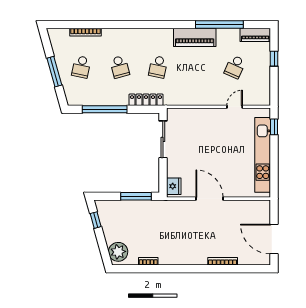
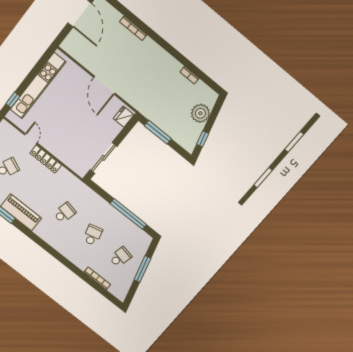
locker: (146, 100) -> (46, 159), moved
door: (235, 107) -> (31, 139), swing flipped
plant: (118, 252) -> (200, 113), moved

